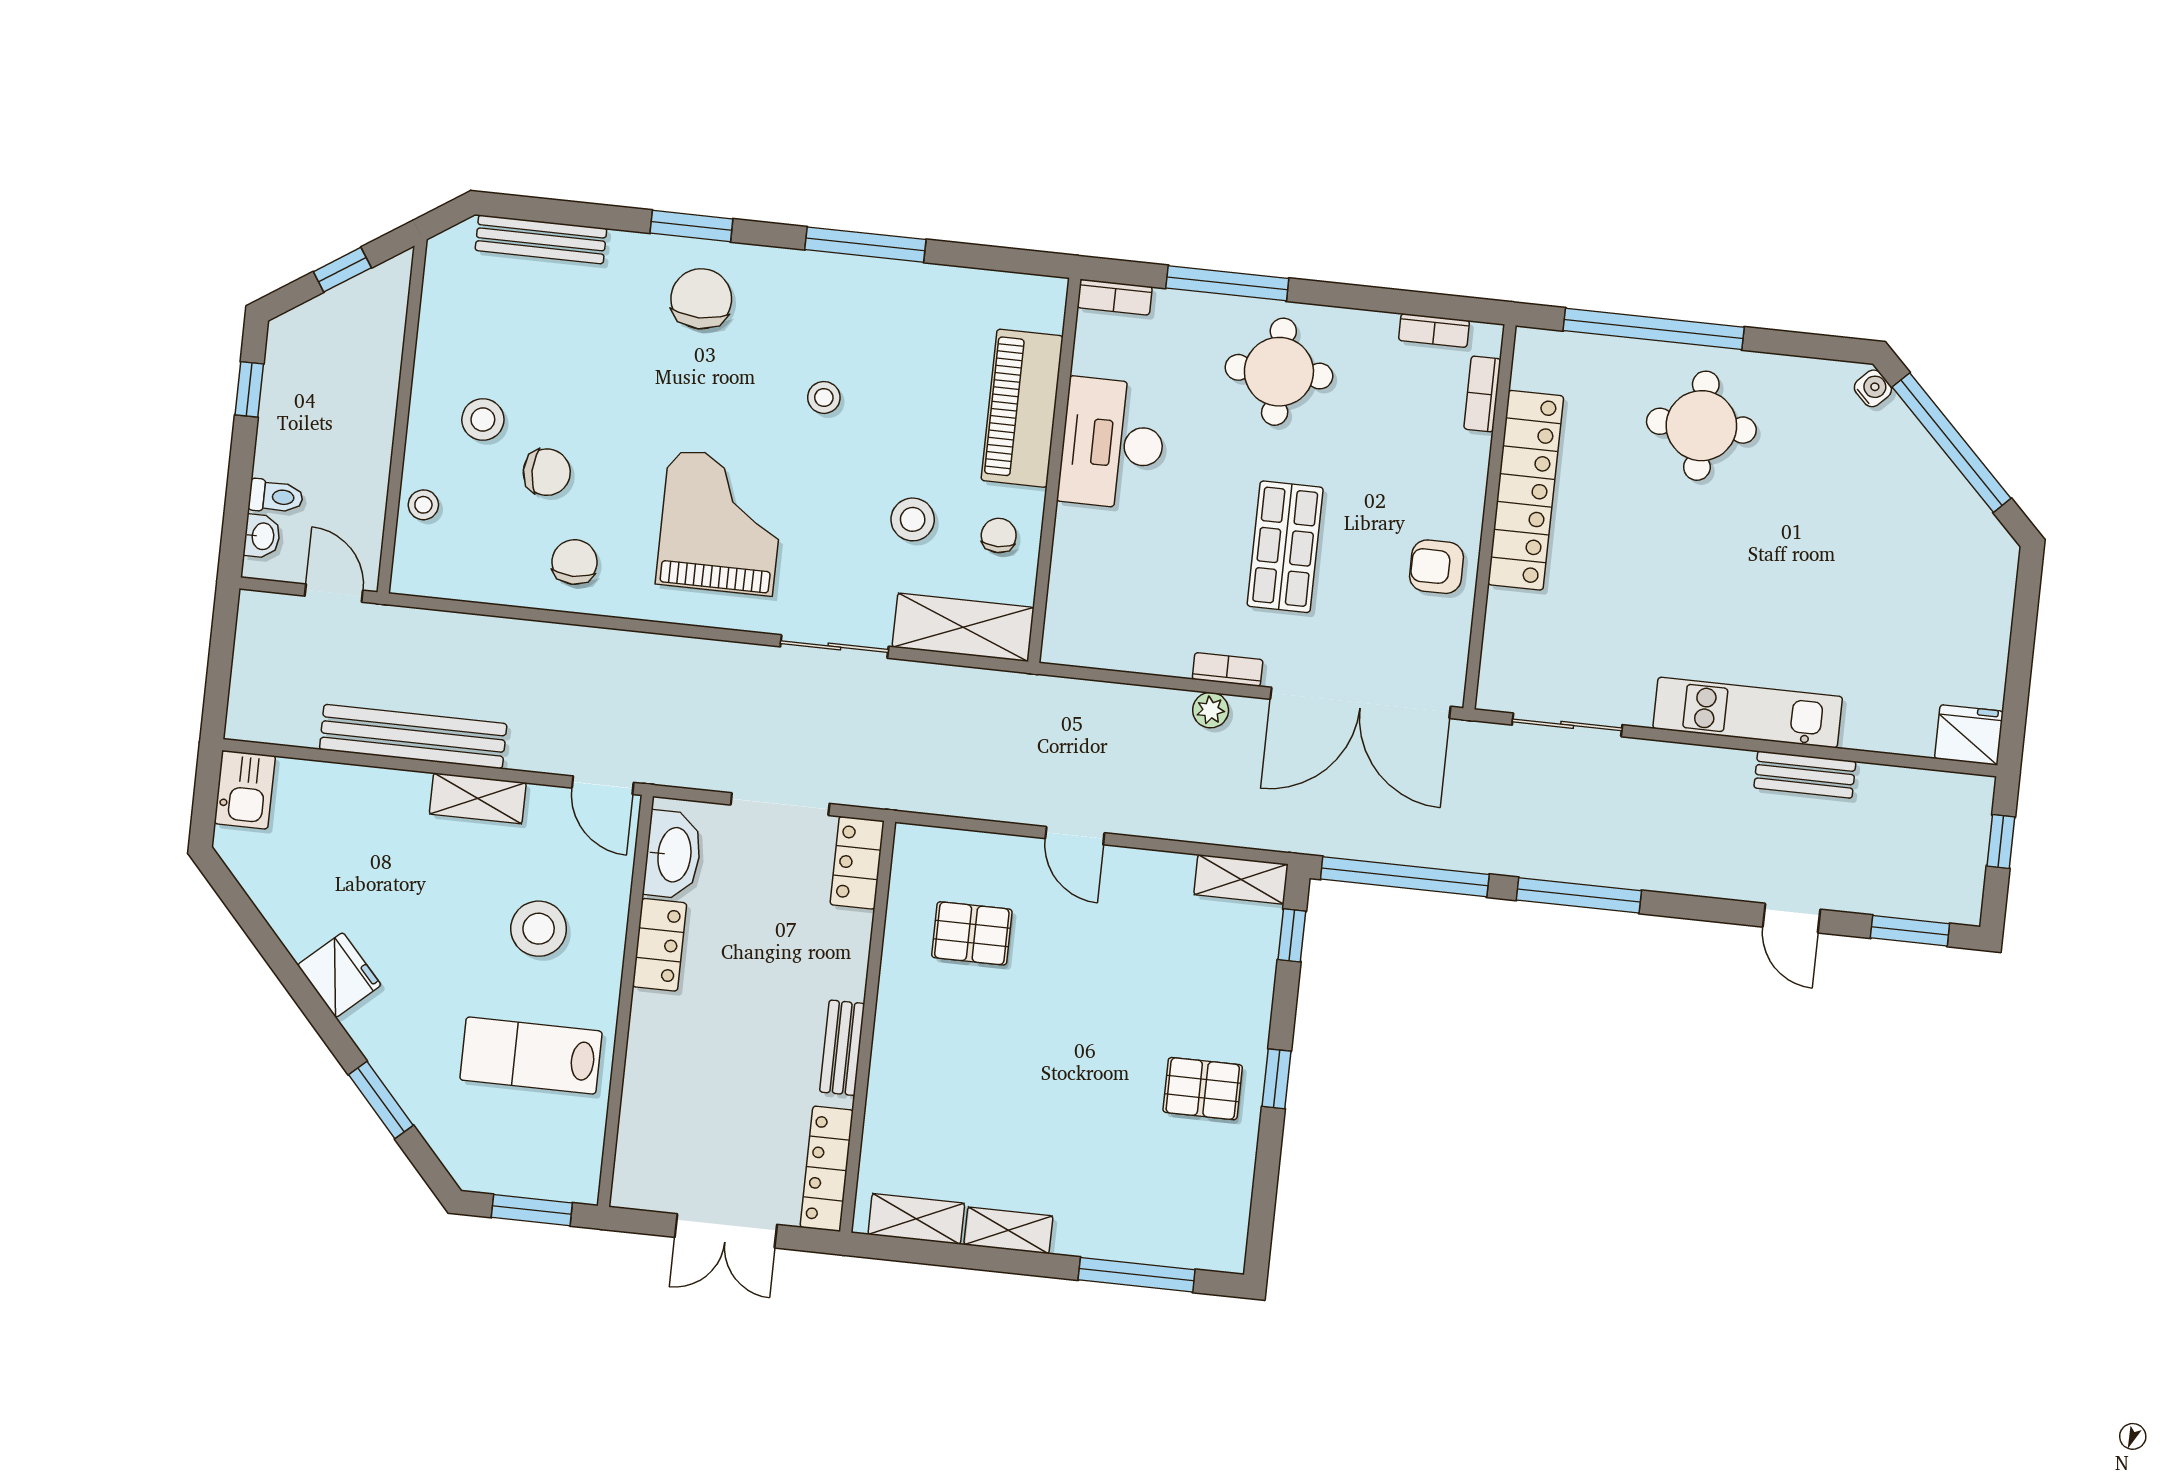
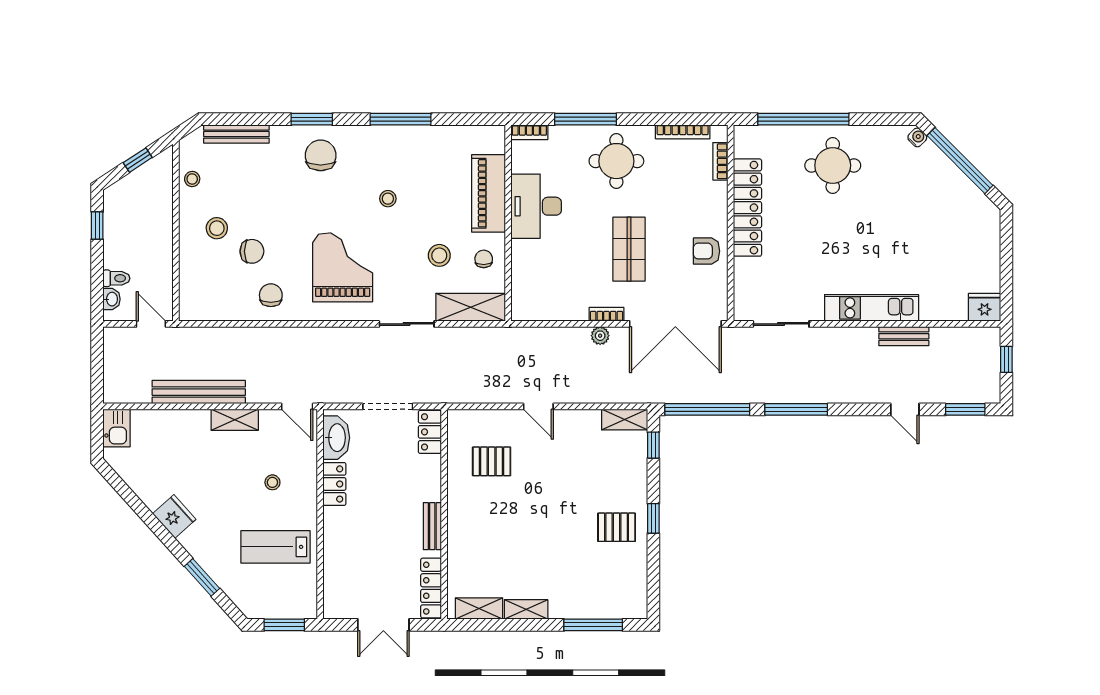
bookcase: (1434, 331) -> (683, 132), width x1.56
stool: (423, 505) -> (192, 179), moved
stool: (539, 929) -> (272, 482), width x0.53, depth x0.53

